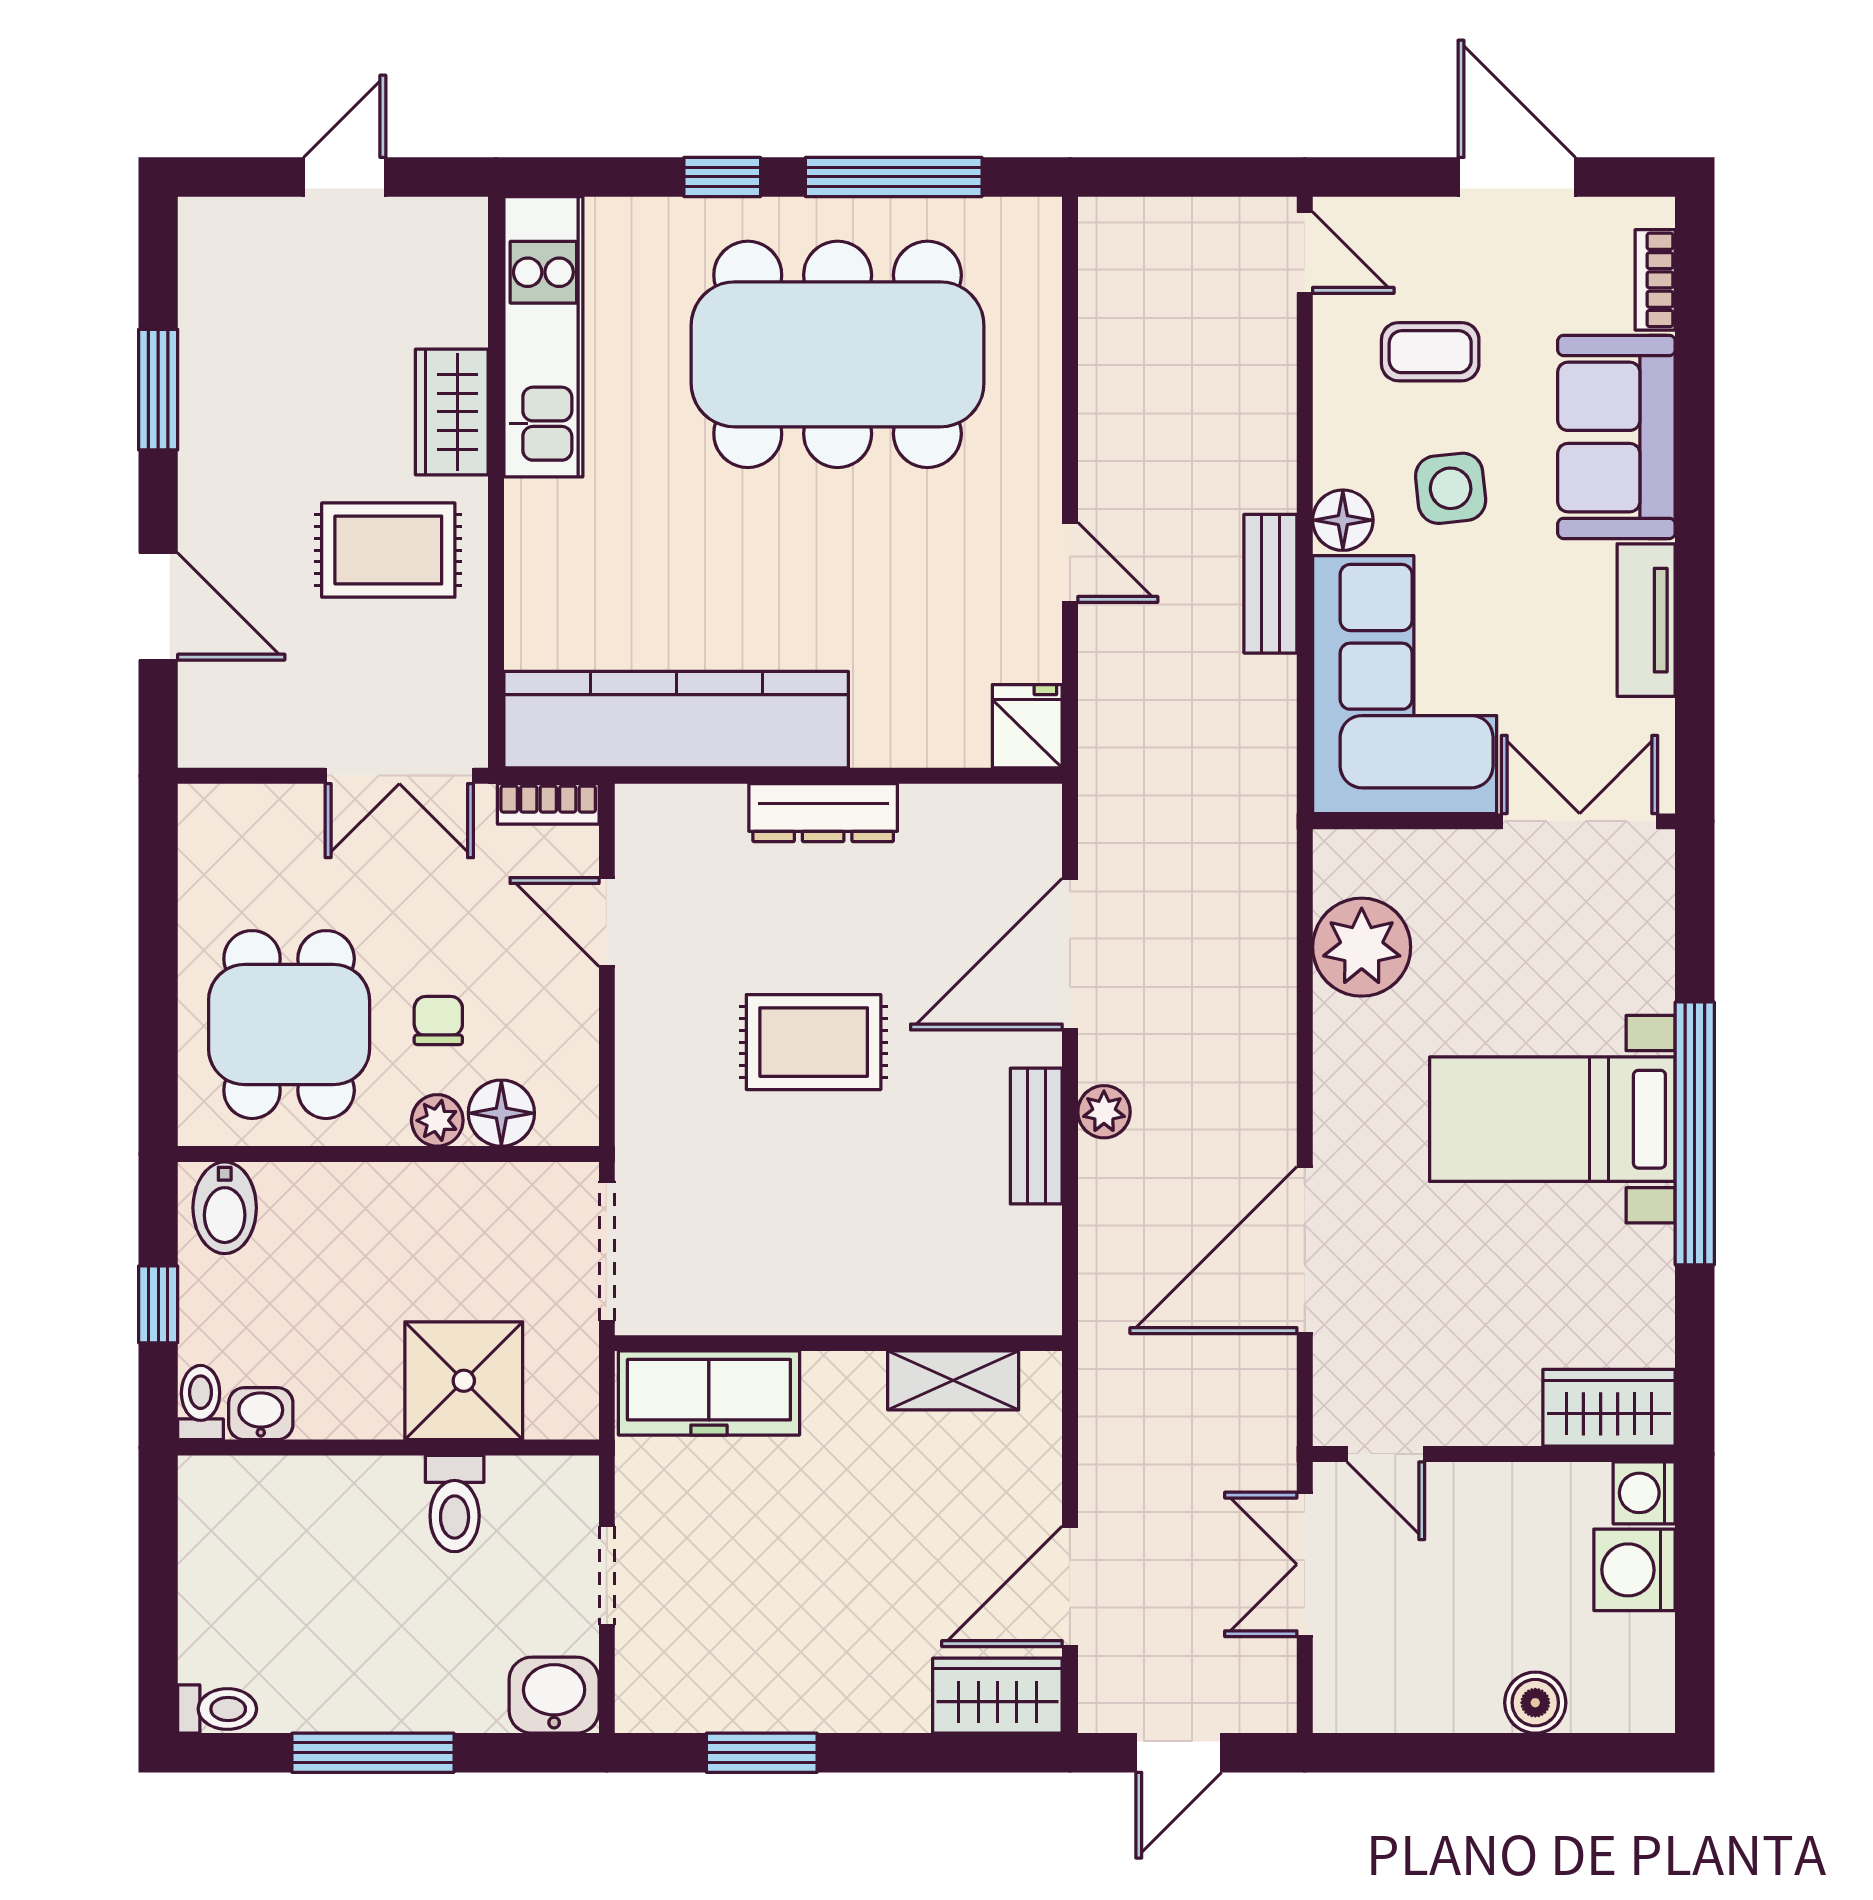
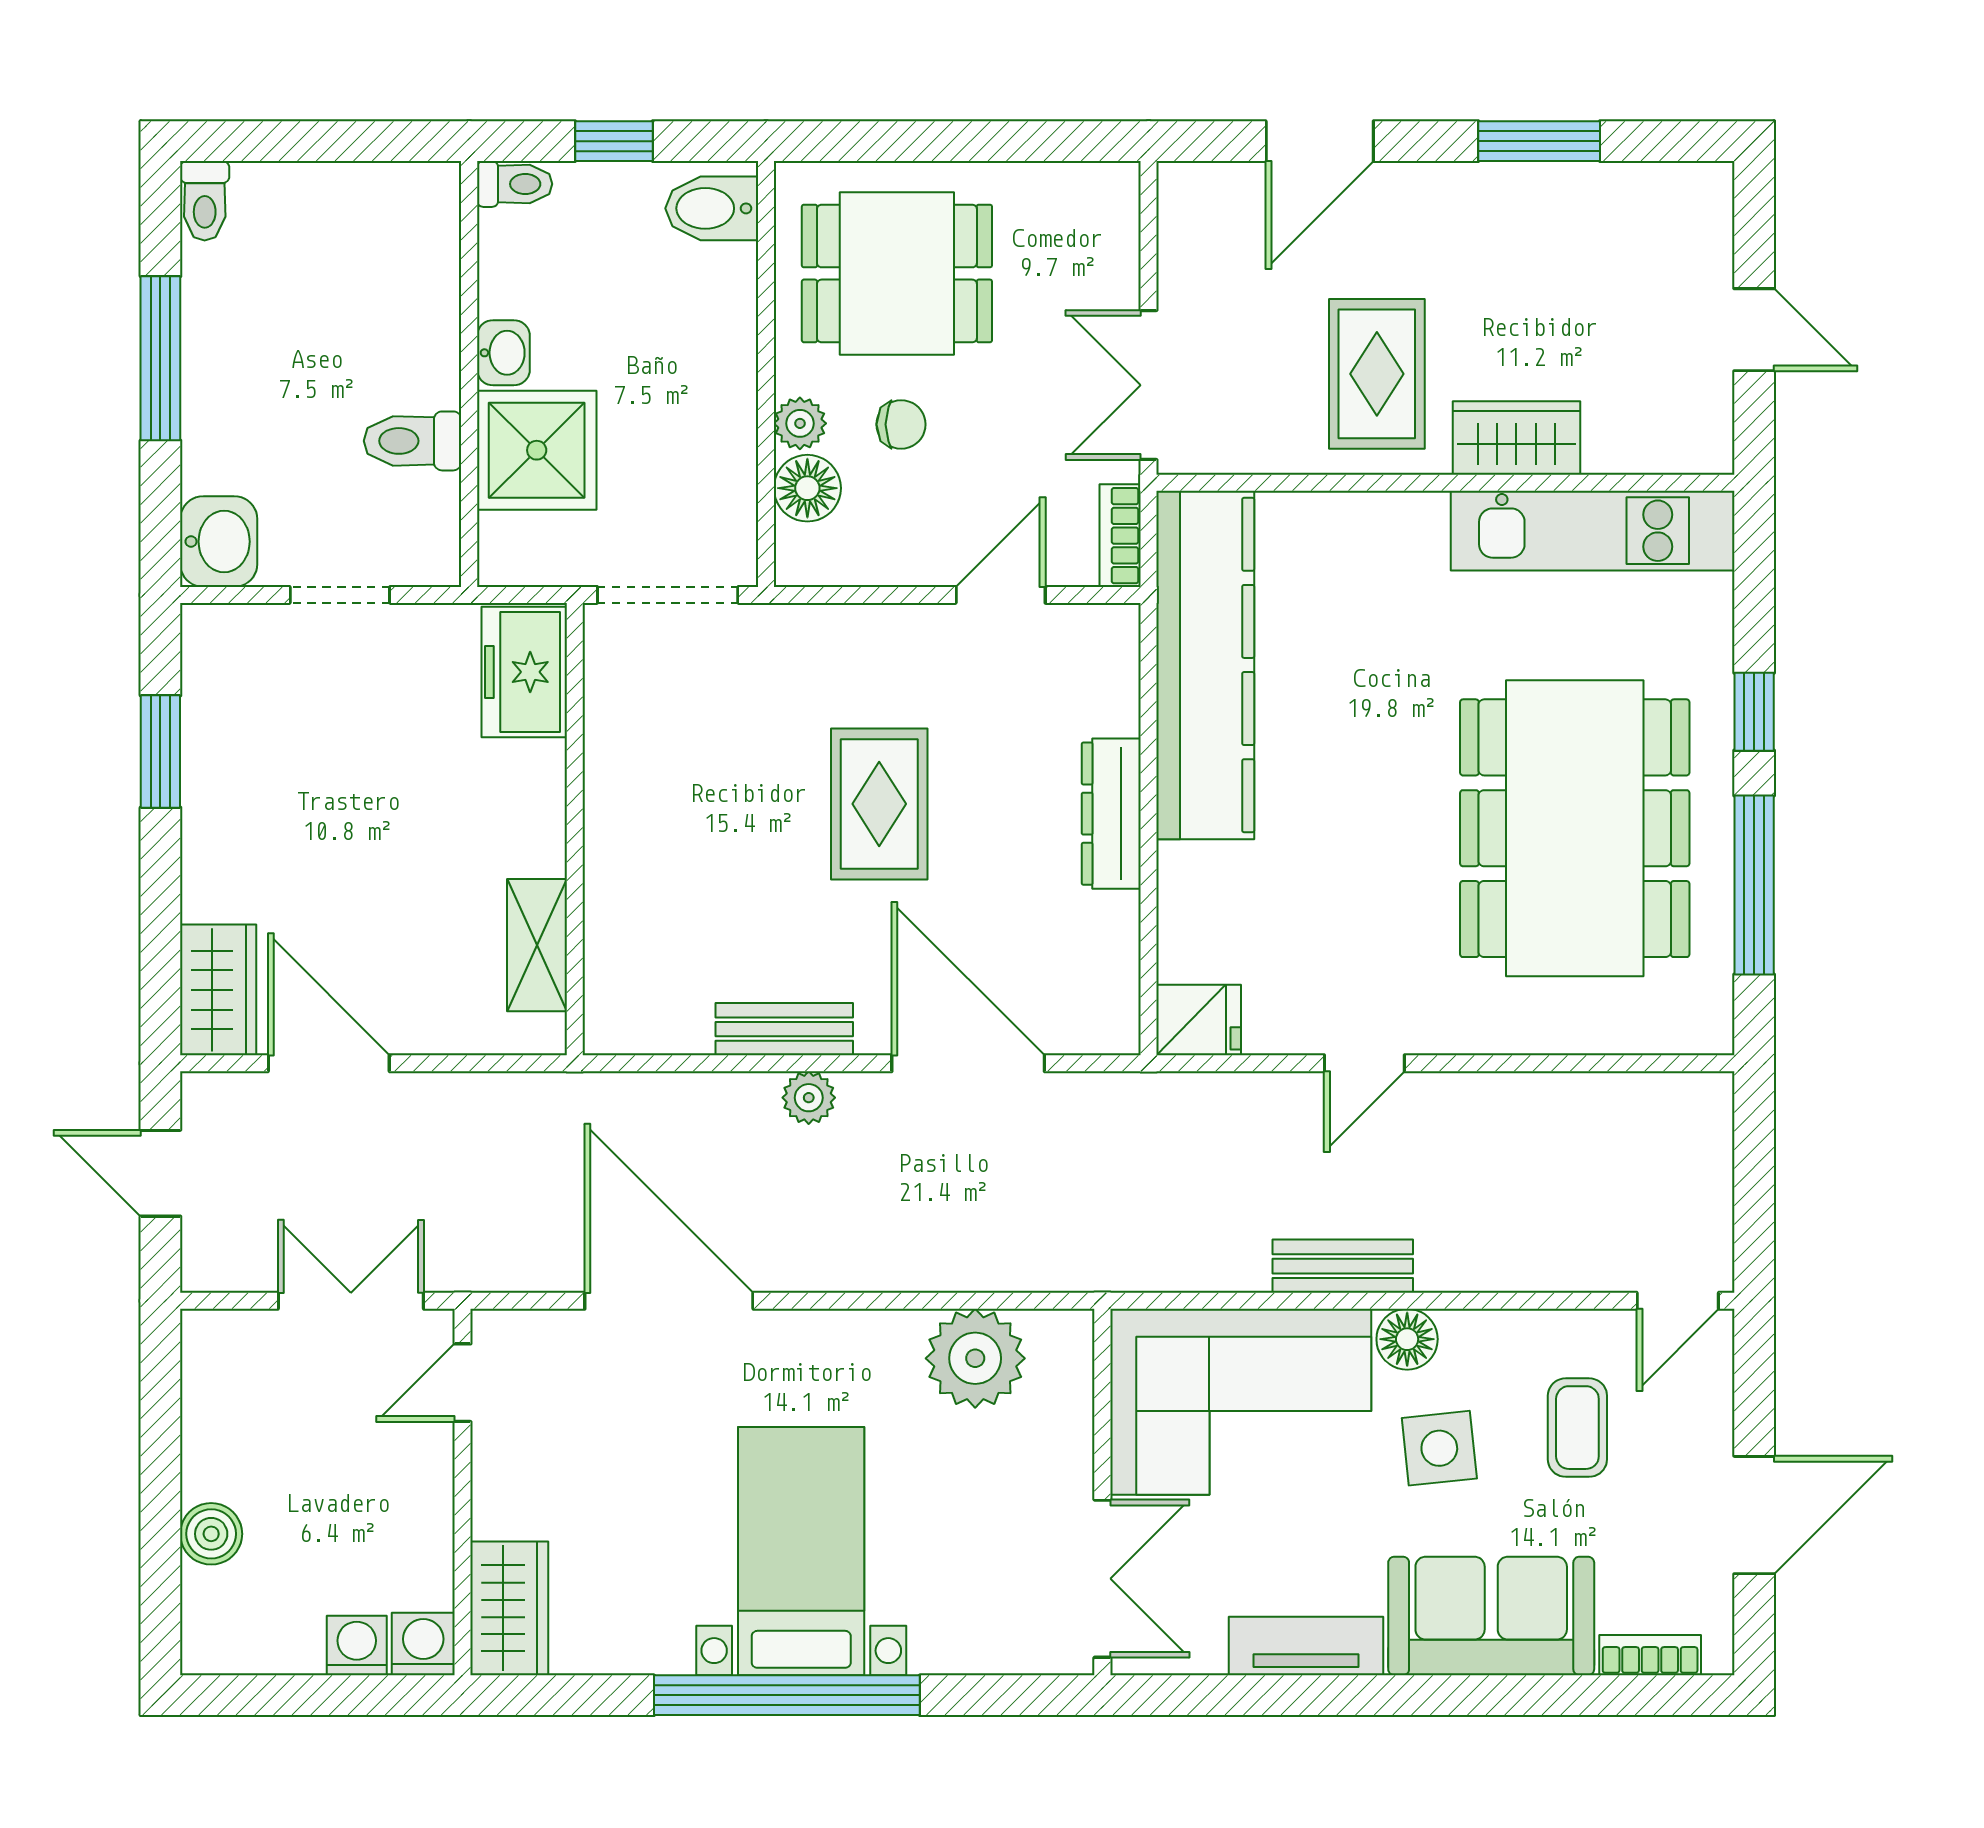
freezer: (709, 1393) -> (524, 672), width x0.71
washbasin: (261, 1414) -> (503, 353), moved
washing machine: (1634, 1570) -> (357, 1646), width x0.73, depth x0.73

